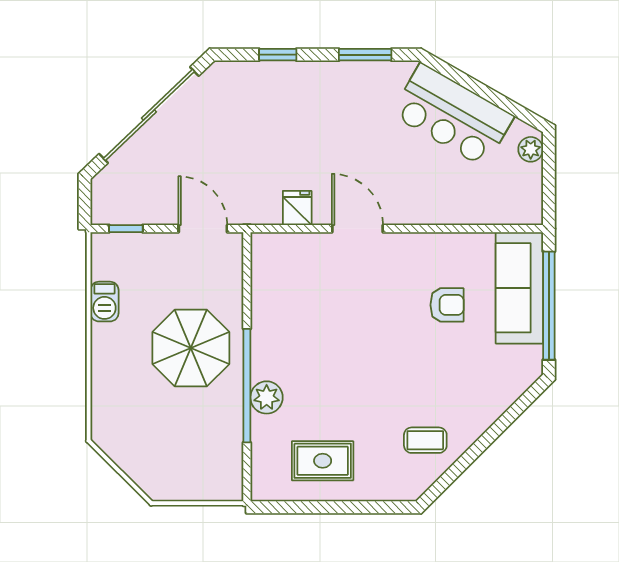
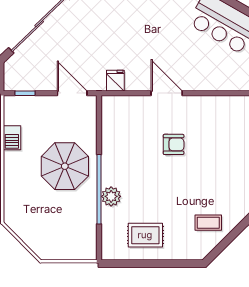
fridge: (297, 208) -> (115, 81), moved
armchair: (447, 305) -> (174, 144), moved

